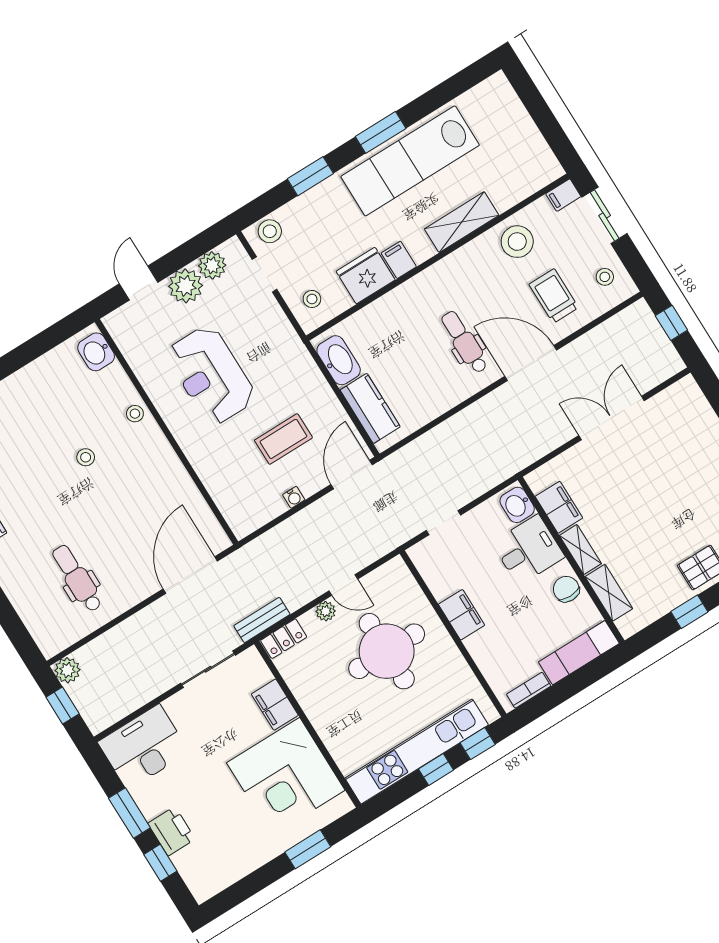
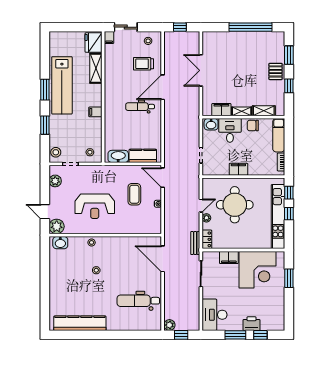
shelving: (462, 222) -> (96, 68), moved
stool: (517, 242) -> (115, 65), removed
fridge: (366, 276) -> (94, 43), moved
plant: (186, 286) -> (57, 226), moved
dental chair: (77, 578) -> (138, 301), width x1.36, depth x1.38

